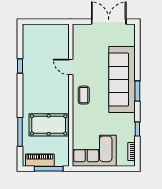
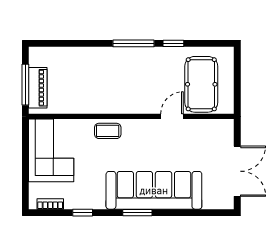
coffee table: (84, 95) -> (108, 131), moved
pool table: (49, 125) -> (201, 84), moved
window: (20, 132) -> (133, 43), moved
piano: (40, 160) -> (38, 88), moved

